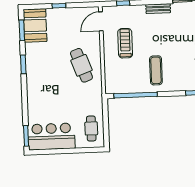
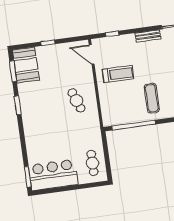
door: (101, 21) -> (92, 54), hinge flipped
treadmill: (125, 43) -> (118, 74), turned 90
cafe table: (81, 65) -> (76, 100), width x0.73, depth x0.74

